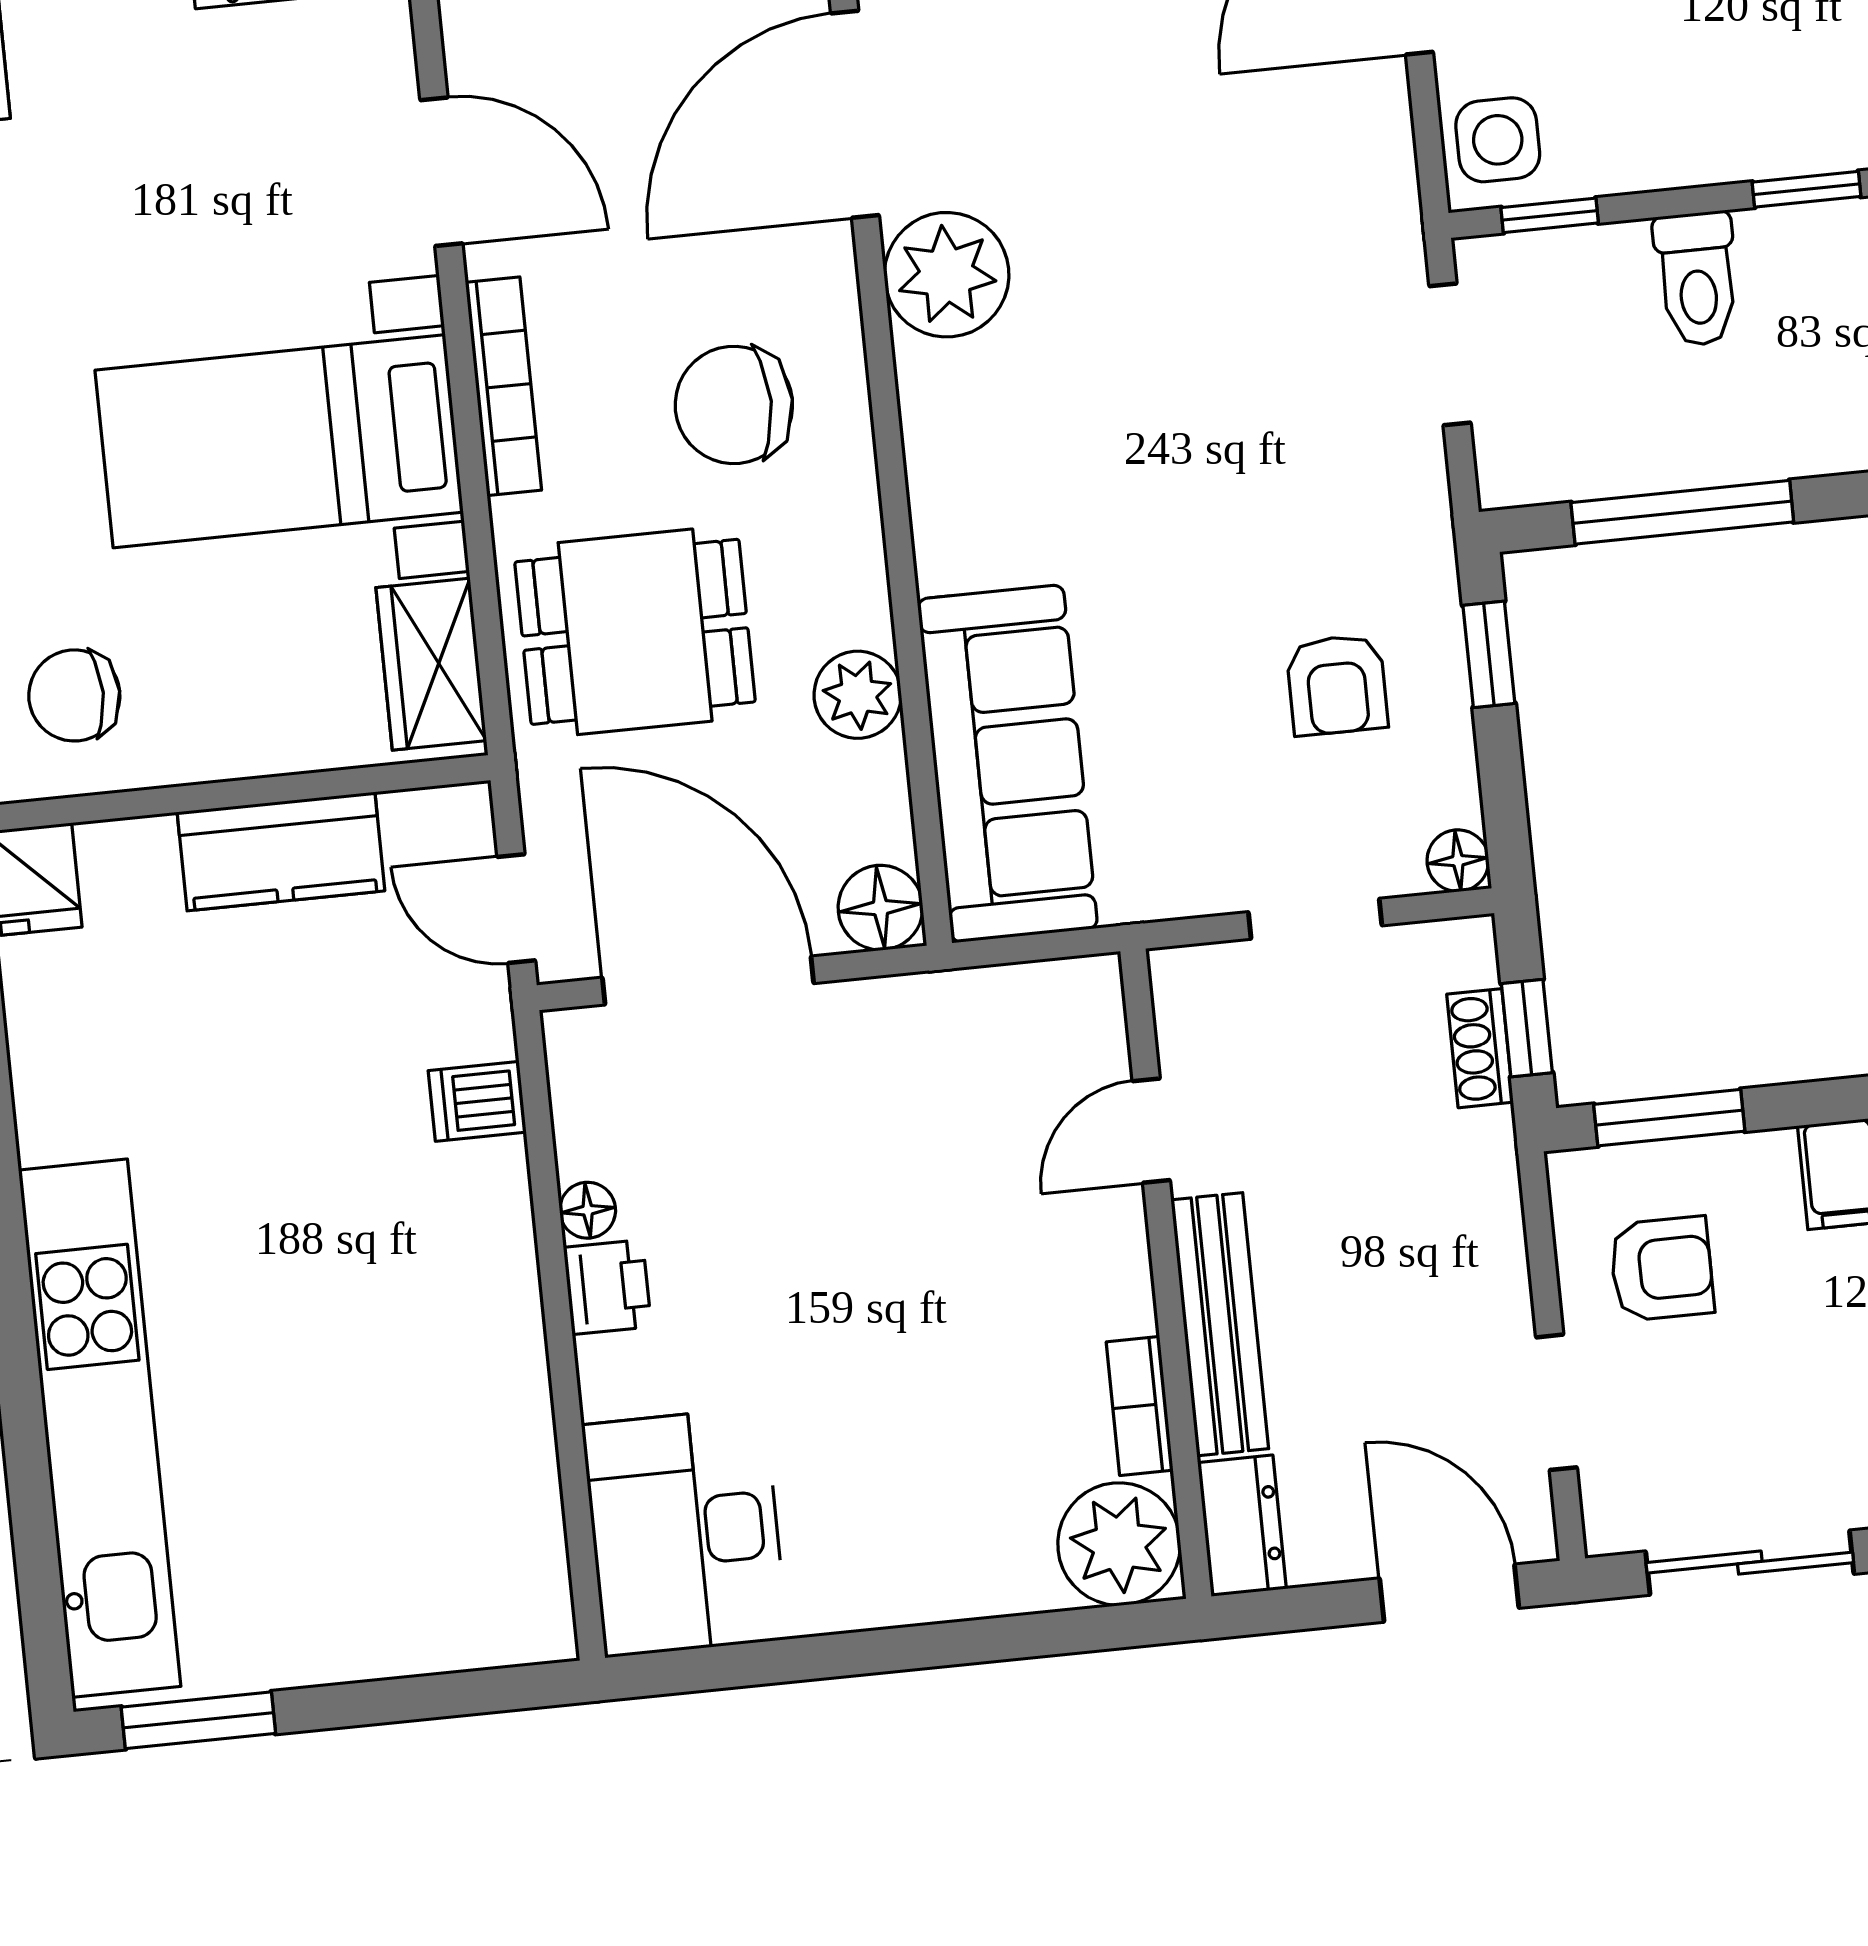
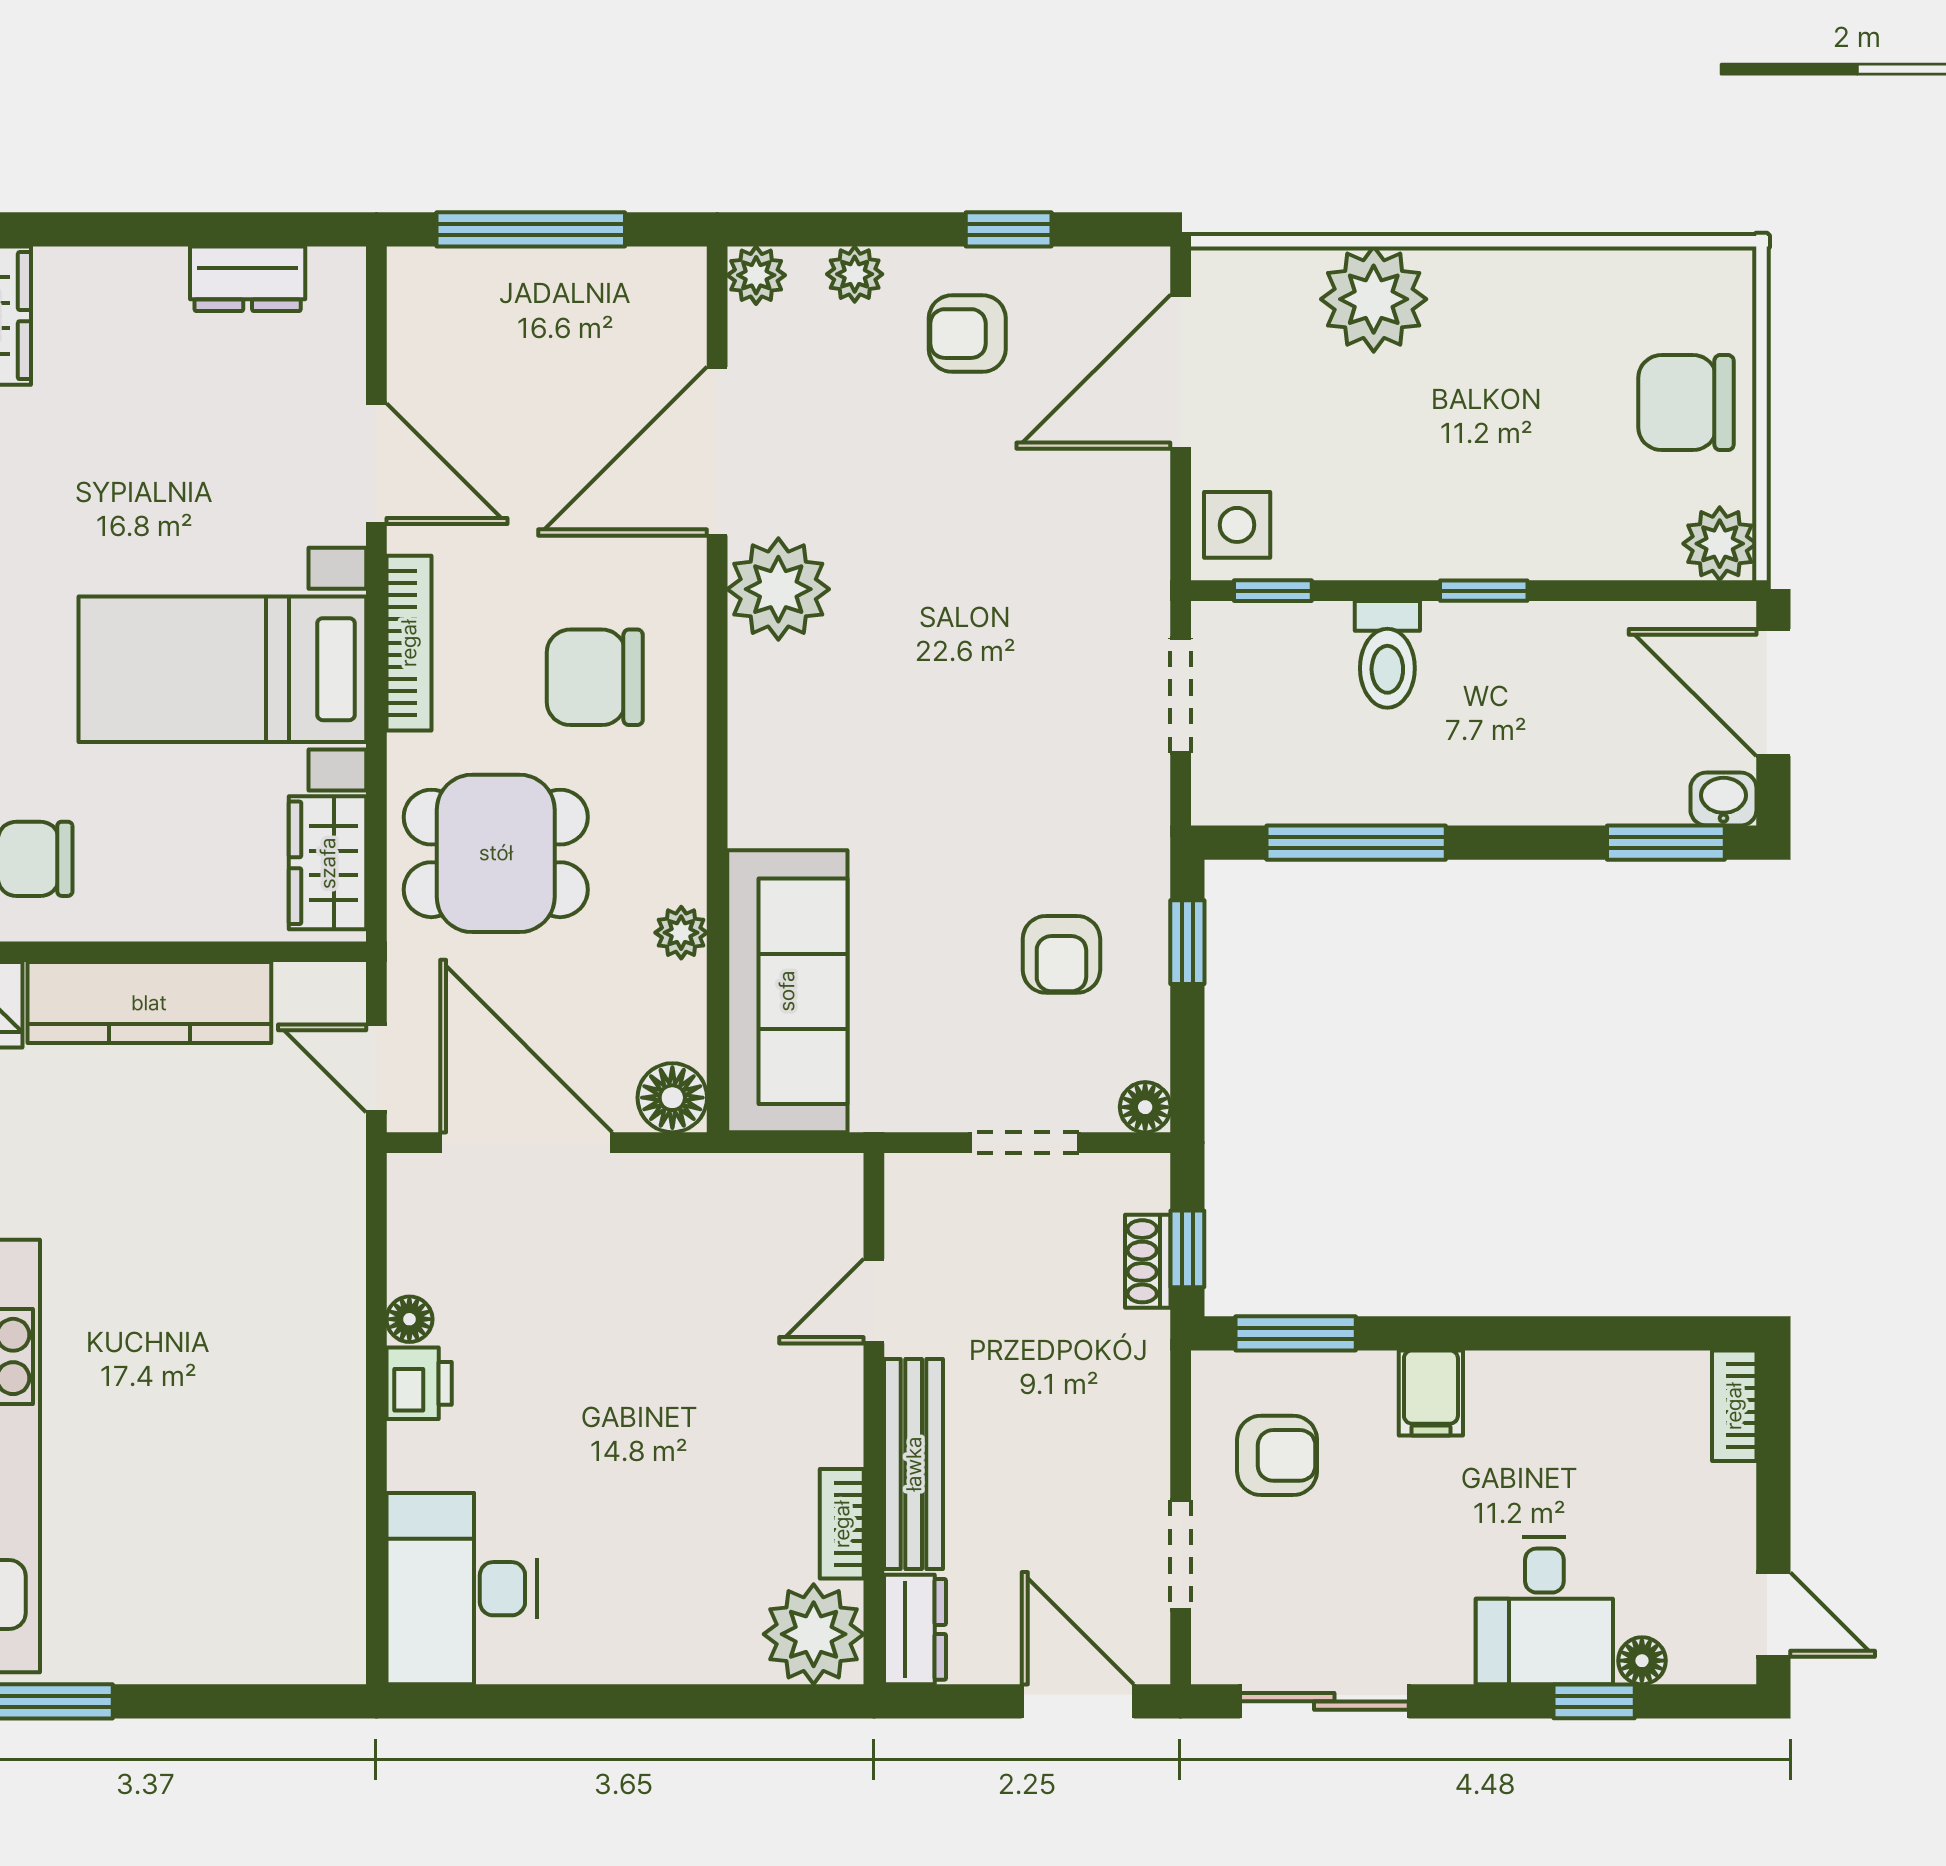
plant: (858, 695) -> (681, 933), width x0.73, depth x0.73
kitchen counter: (281, 851) -> (149, 1003), width x1.50
dishwasher: (477, 1101) -> (329, 1222), removed

